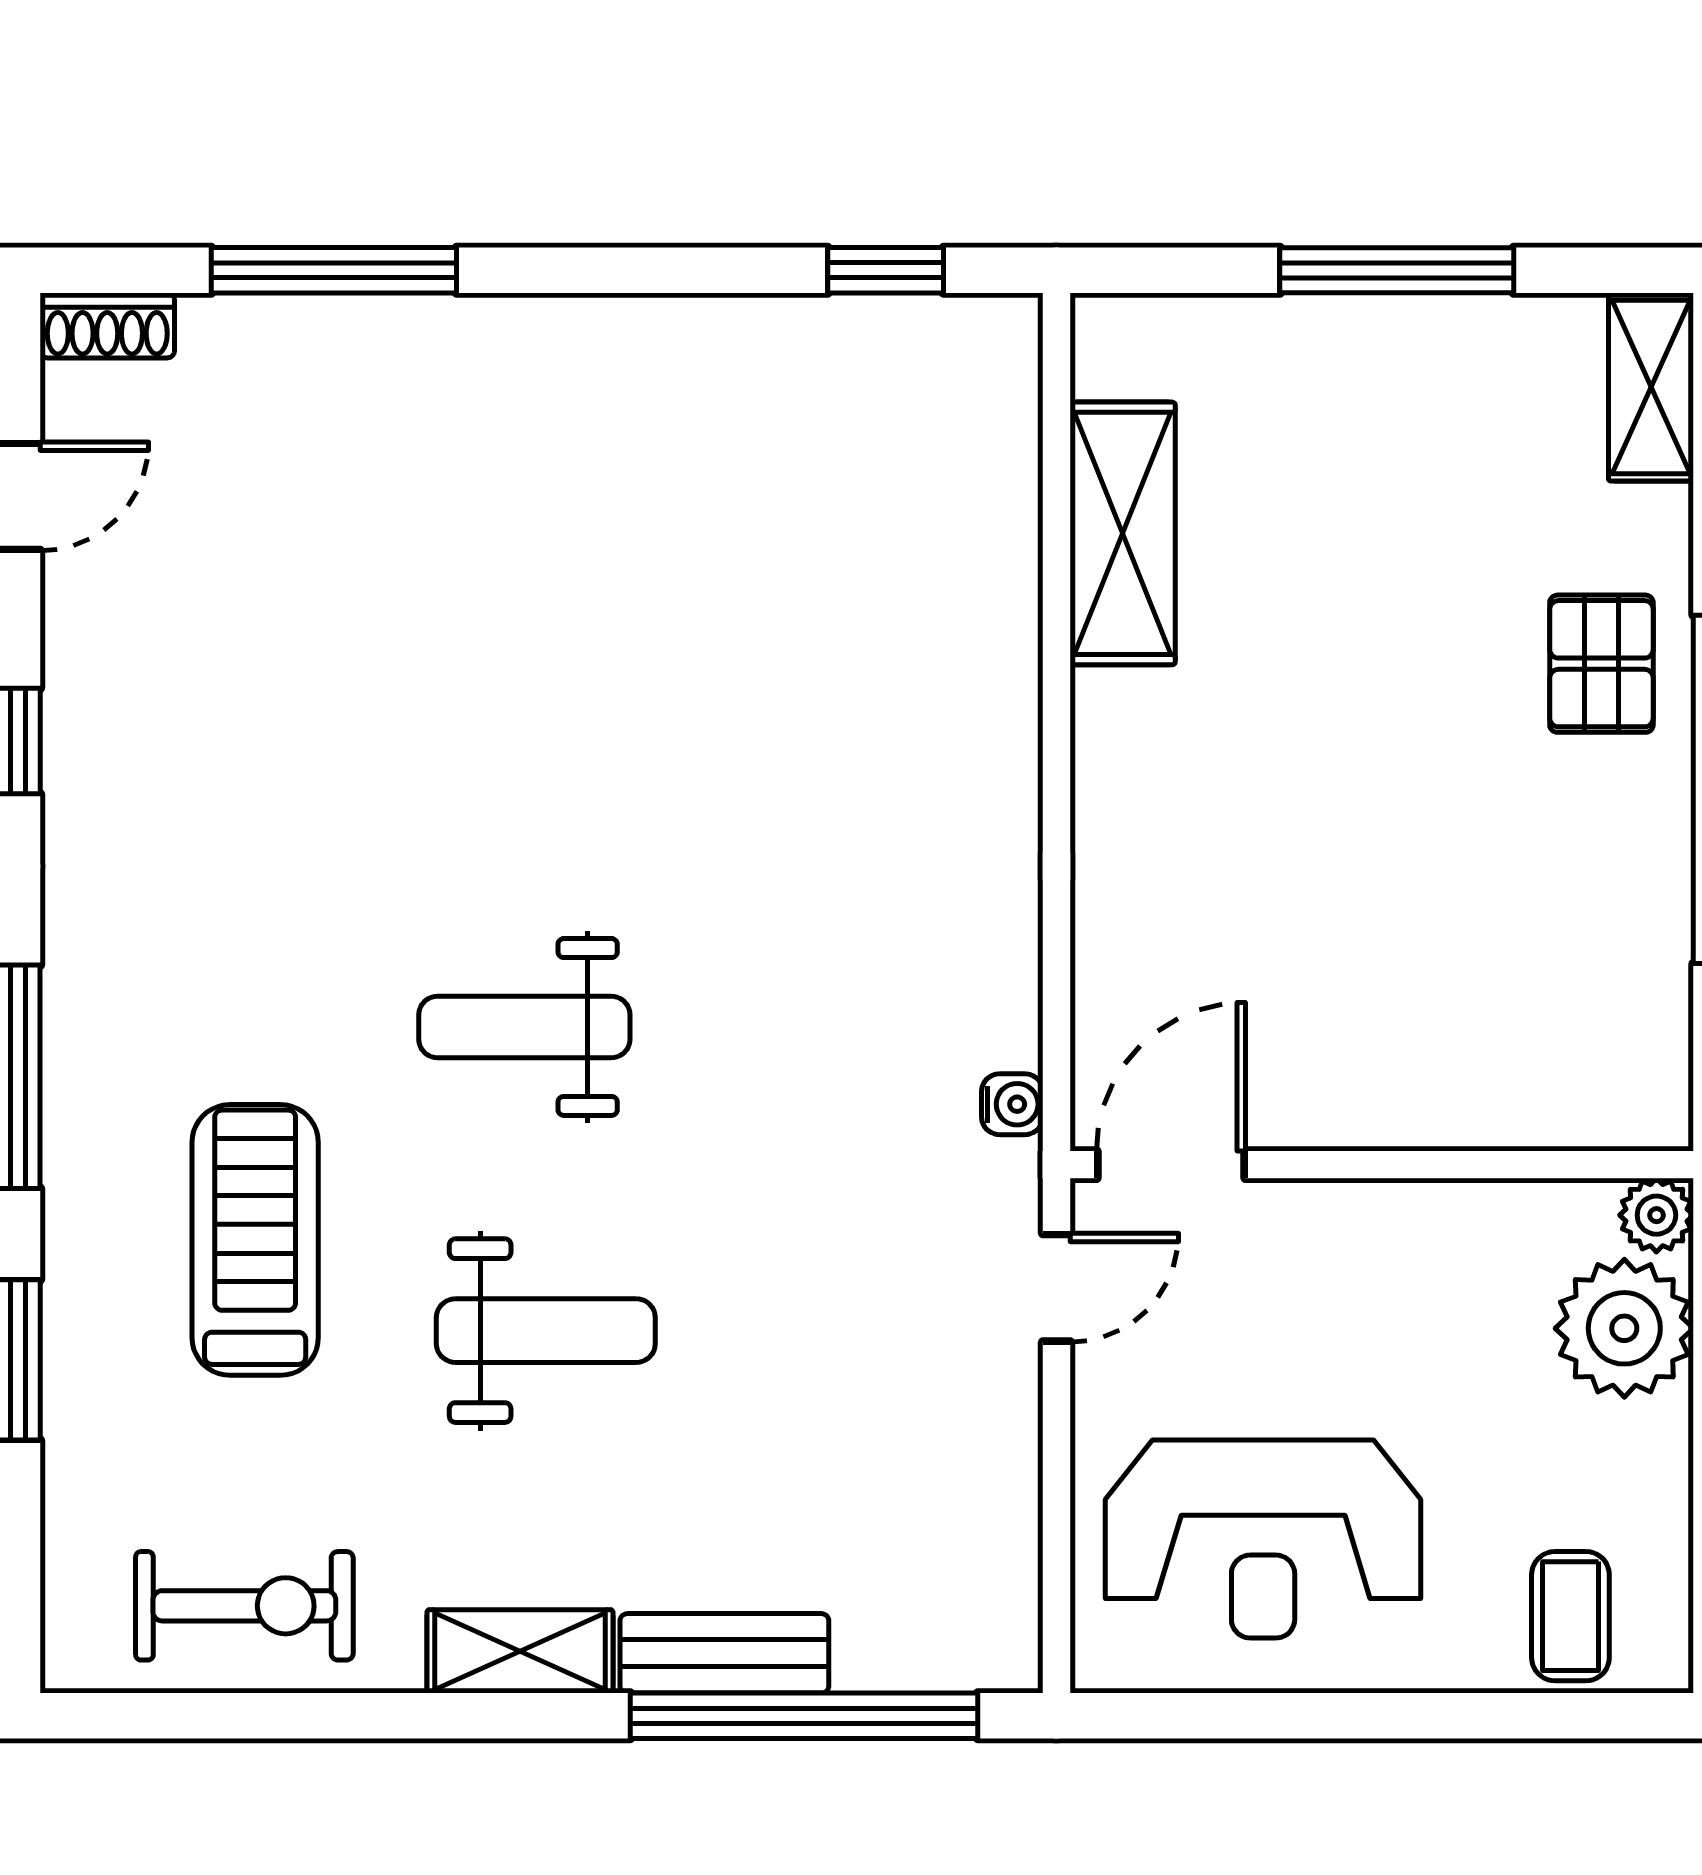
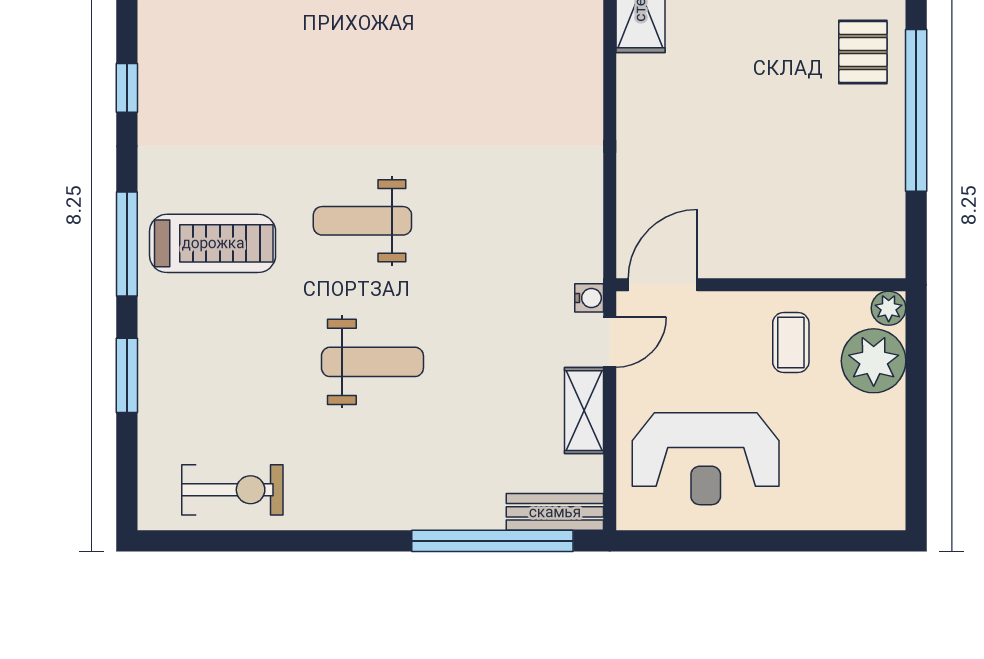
water cooler: (1012, 1104) -> (589, 298), moved
treadmill: (255, 1240) -> (213, 243), moved, turned 90
coffee table: (1570, 1616) -> (791, 343), moved
shelving: (520, 1651) -> (584, 411), moved, turned 90
bench: (724, 1653) -> (555, 512), moved

